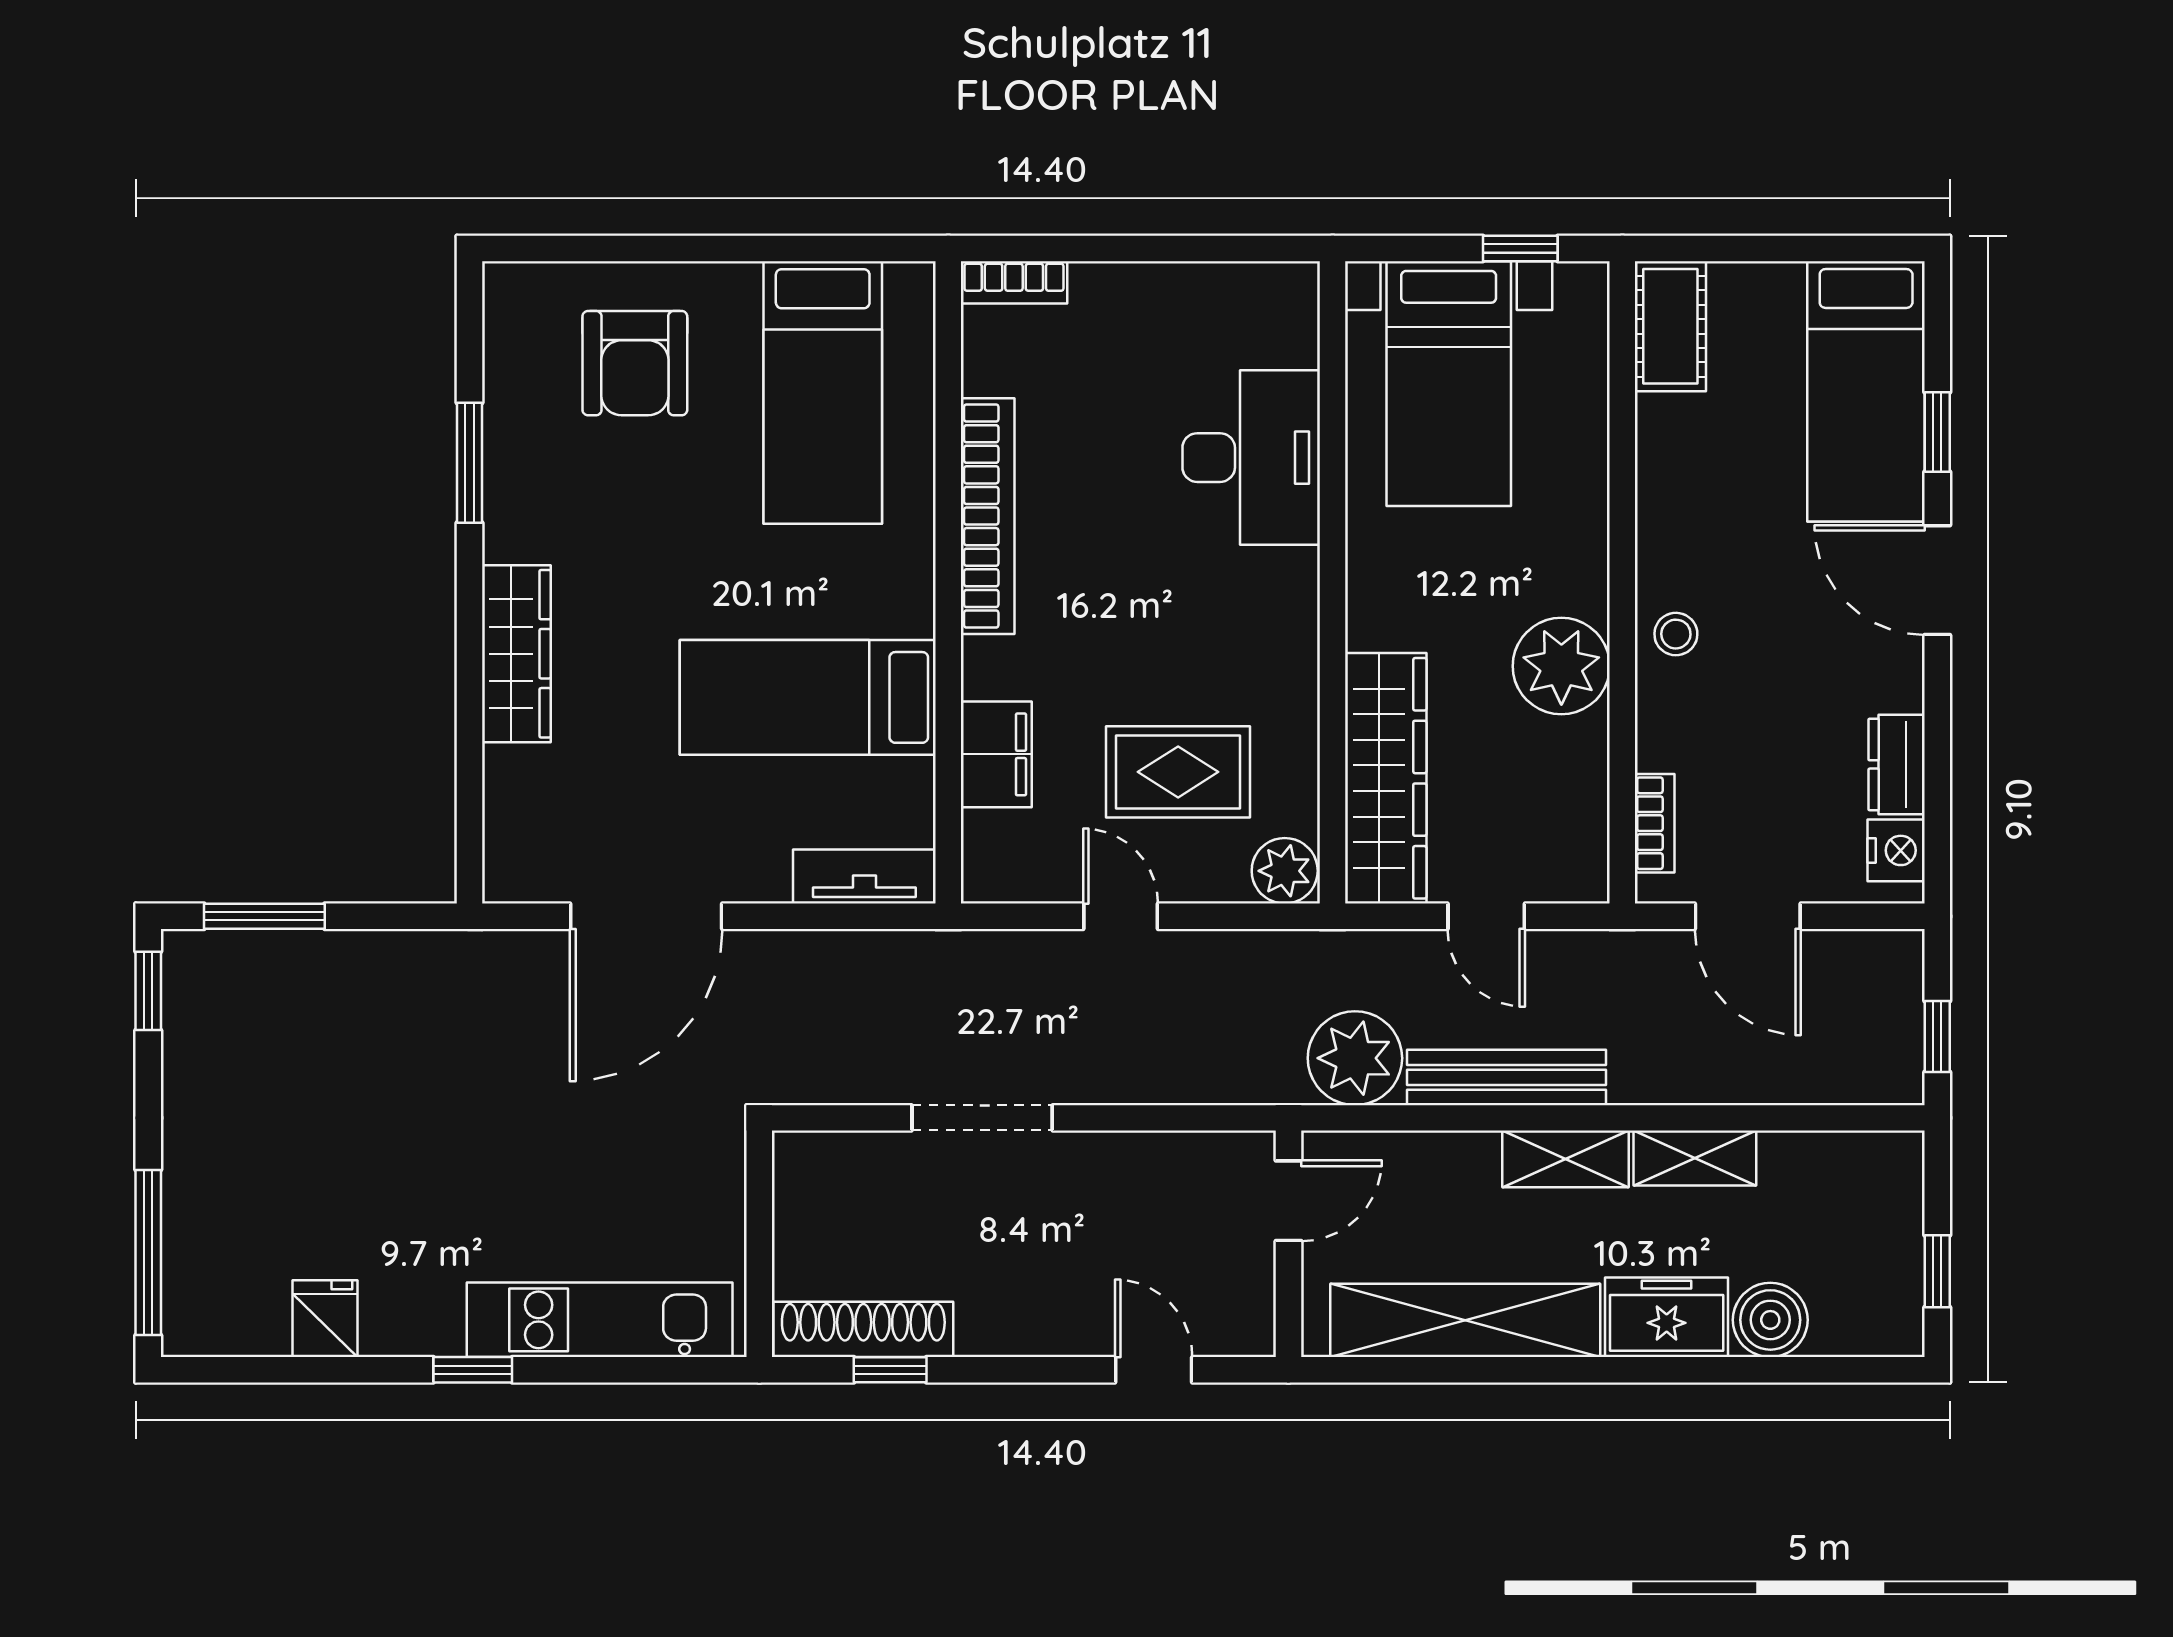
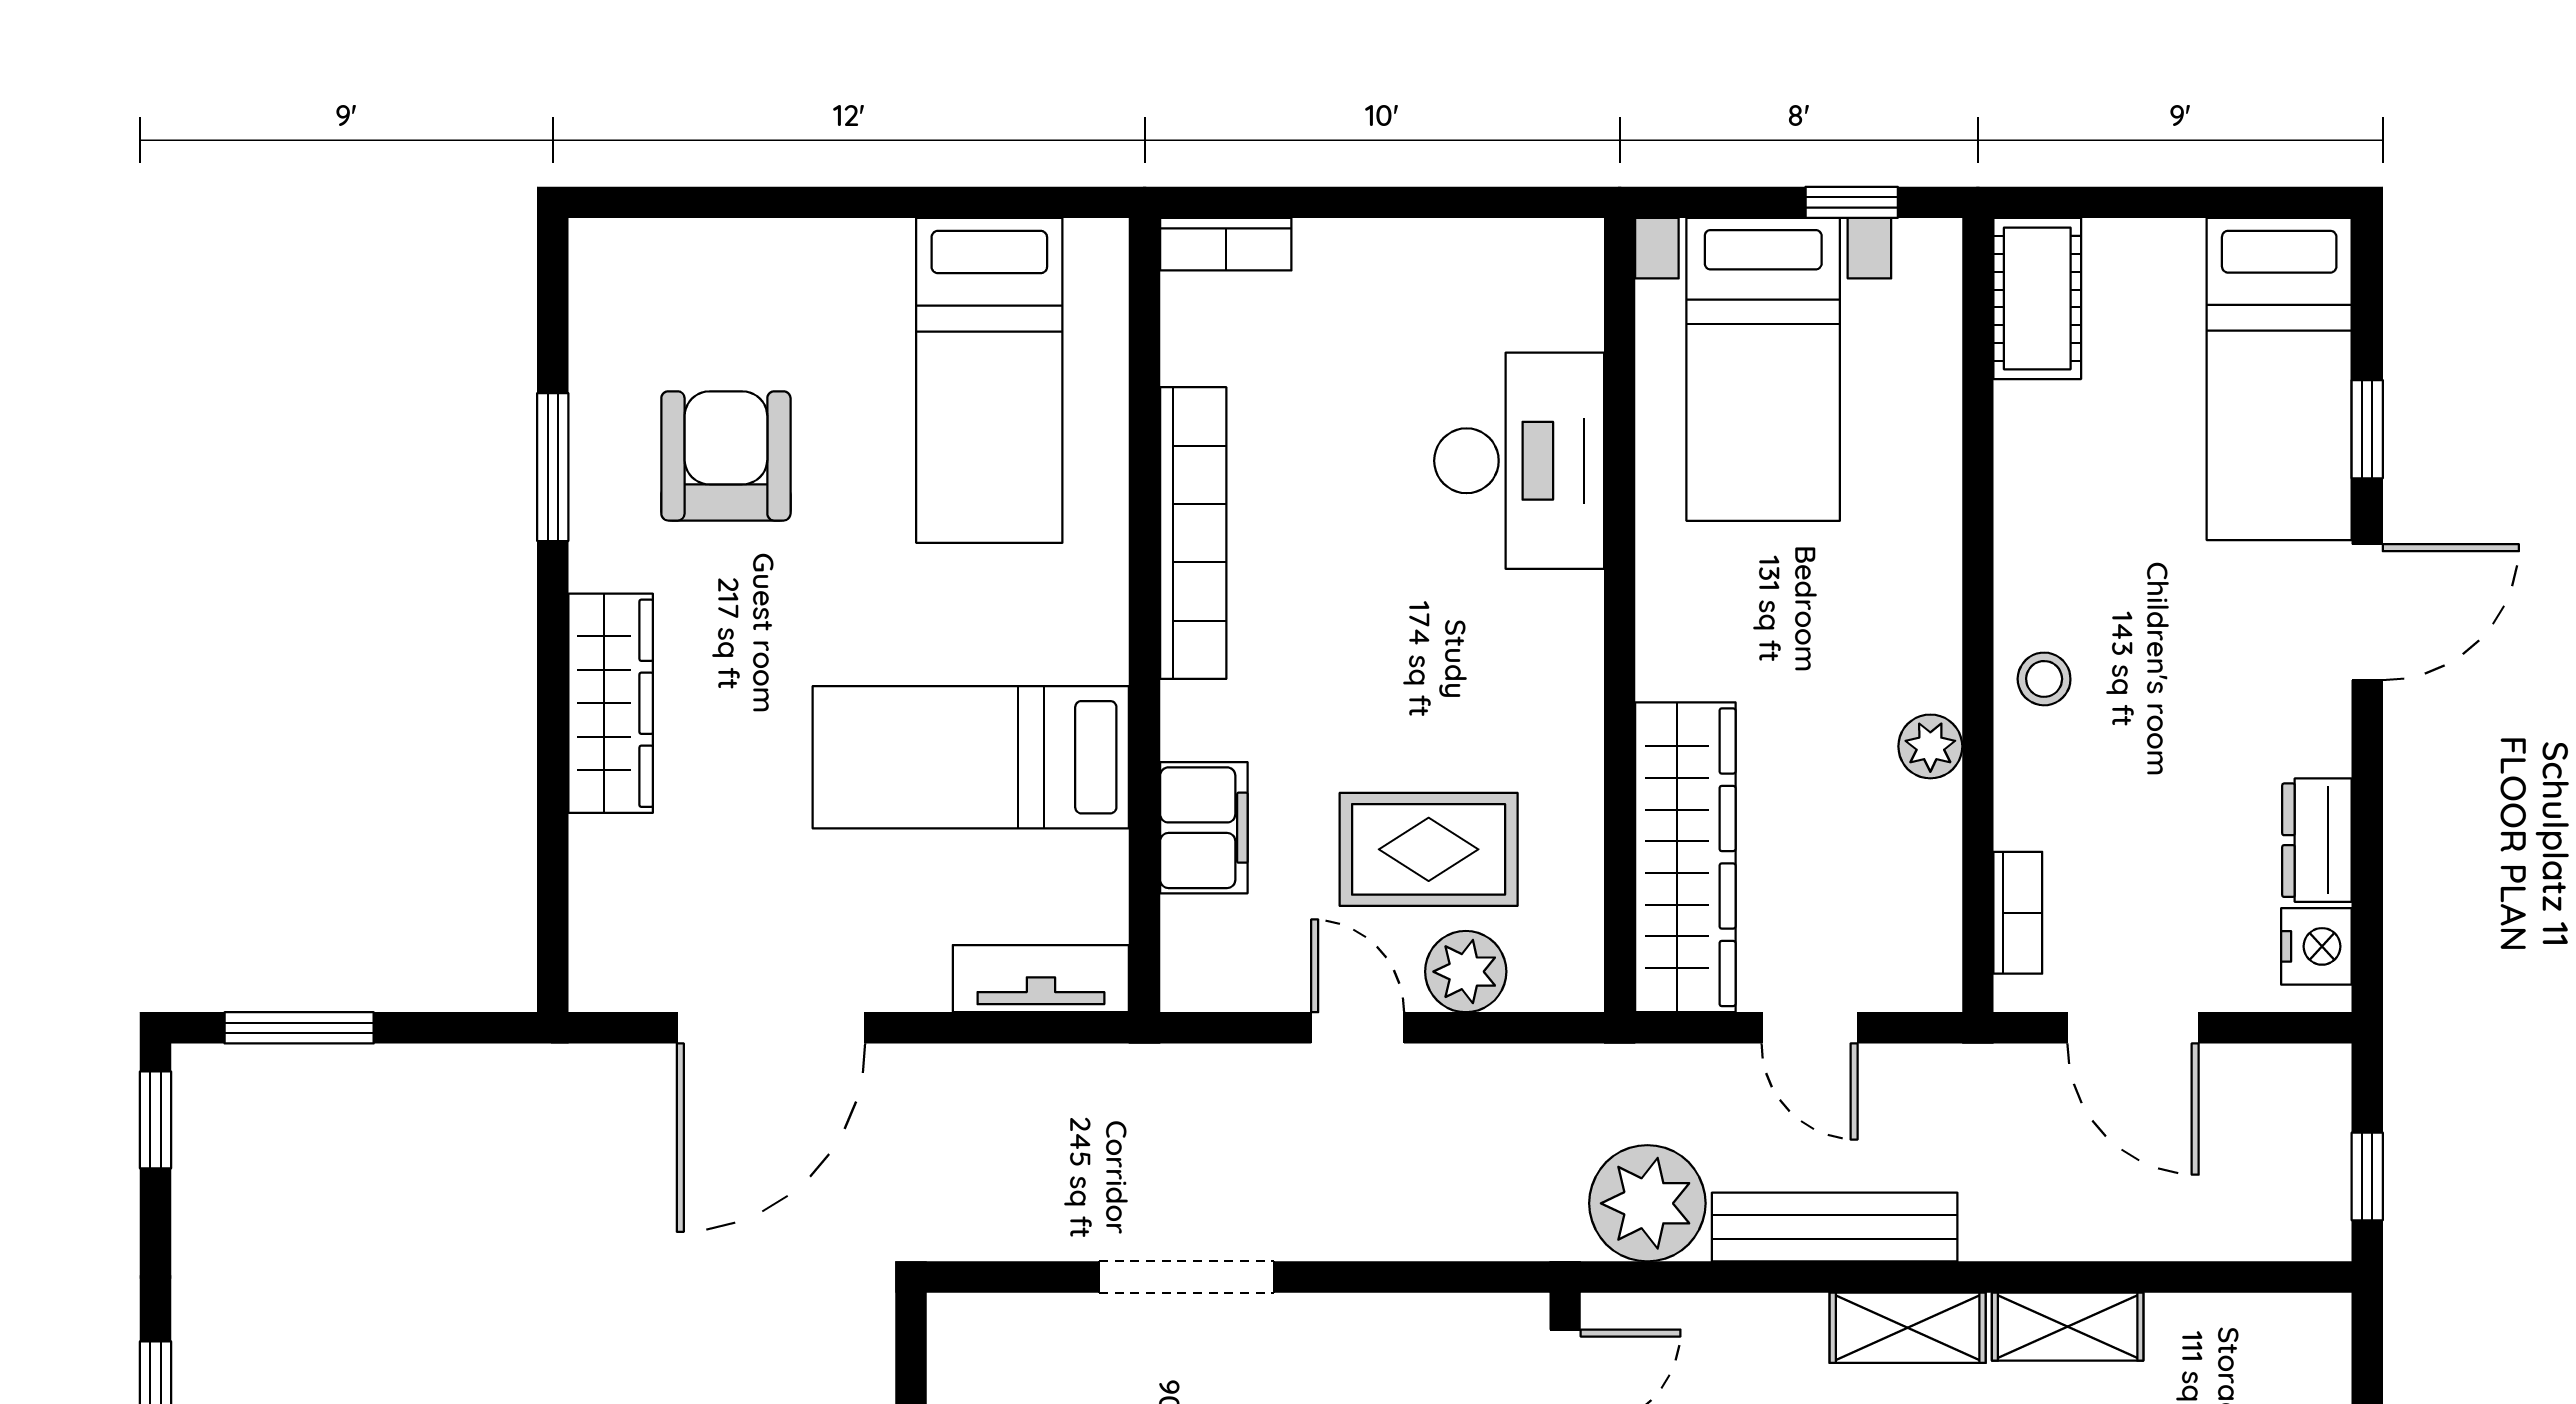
armchair: (635, 363) -> (726, 456), moved, turned 180
door: (1937, 580) -> (2367, 612), swing flipped
plant: (1561, 666) -> (1930, 746), width x0.53, depth x0.53
plant: (1285, 871) -> (1466, 972), moved

